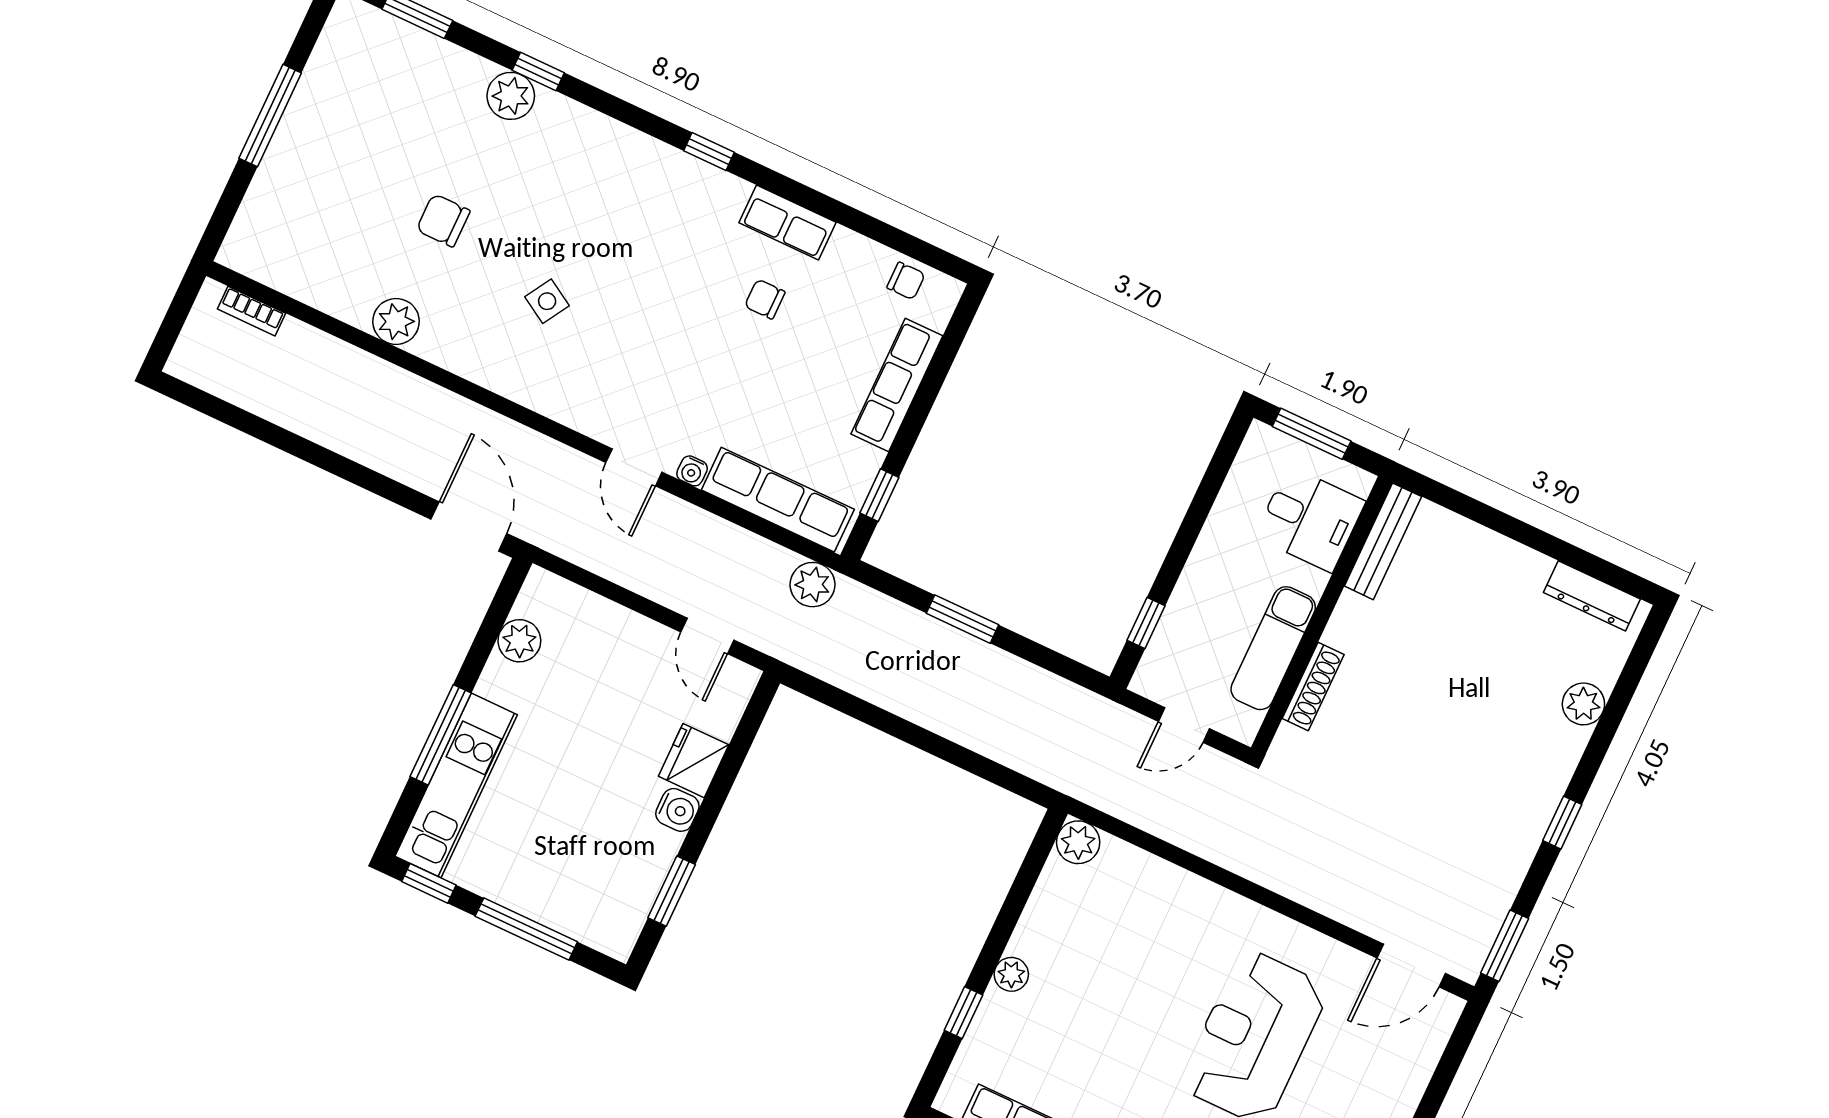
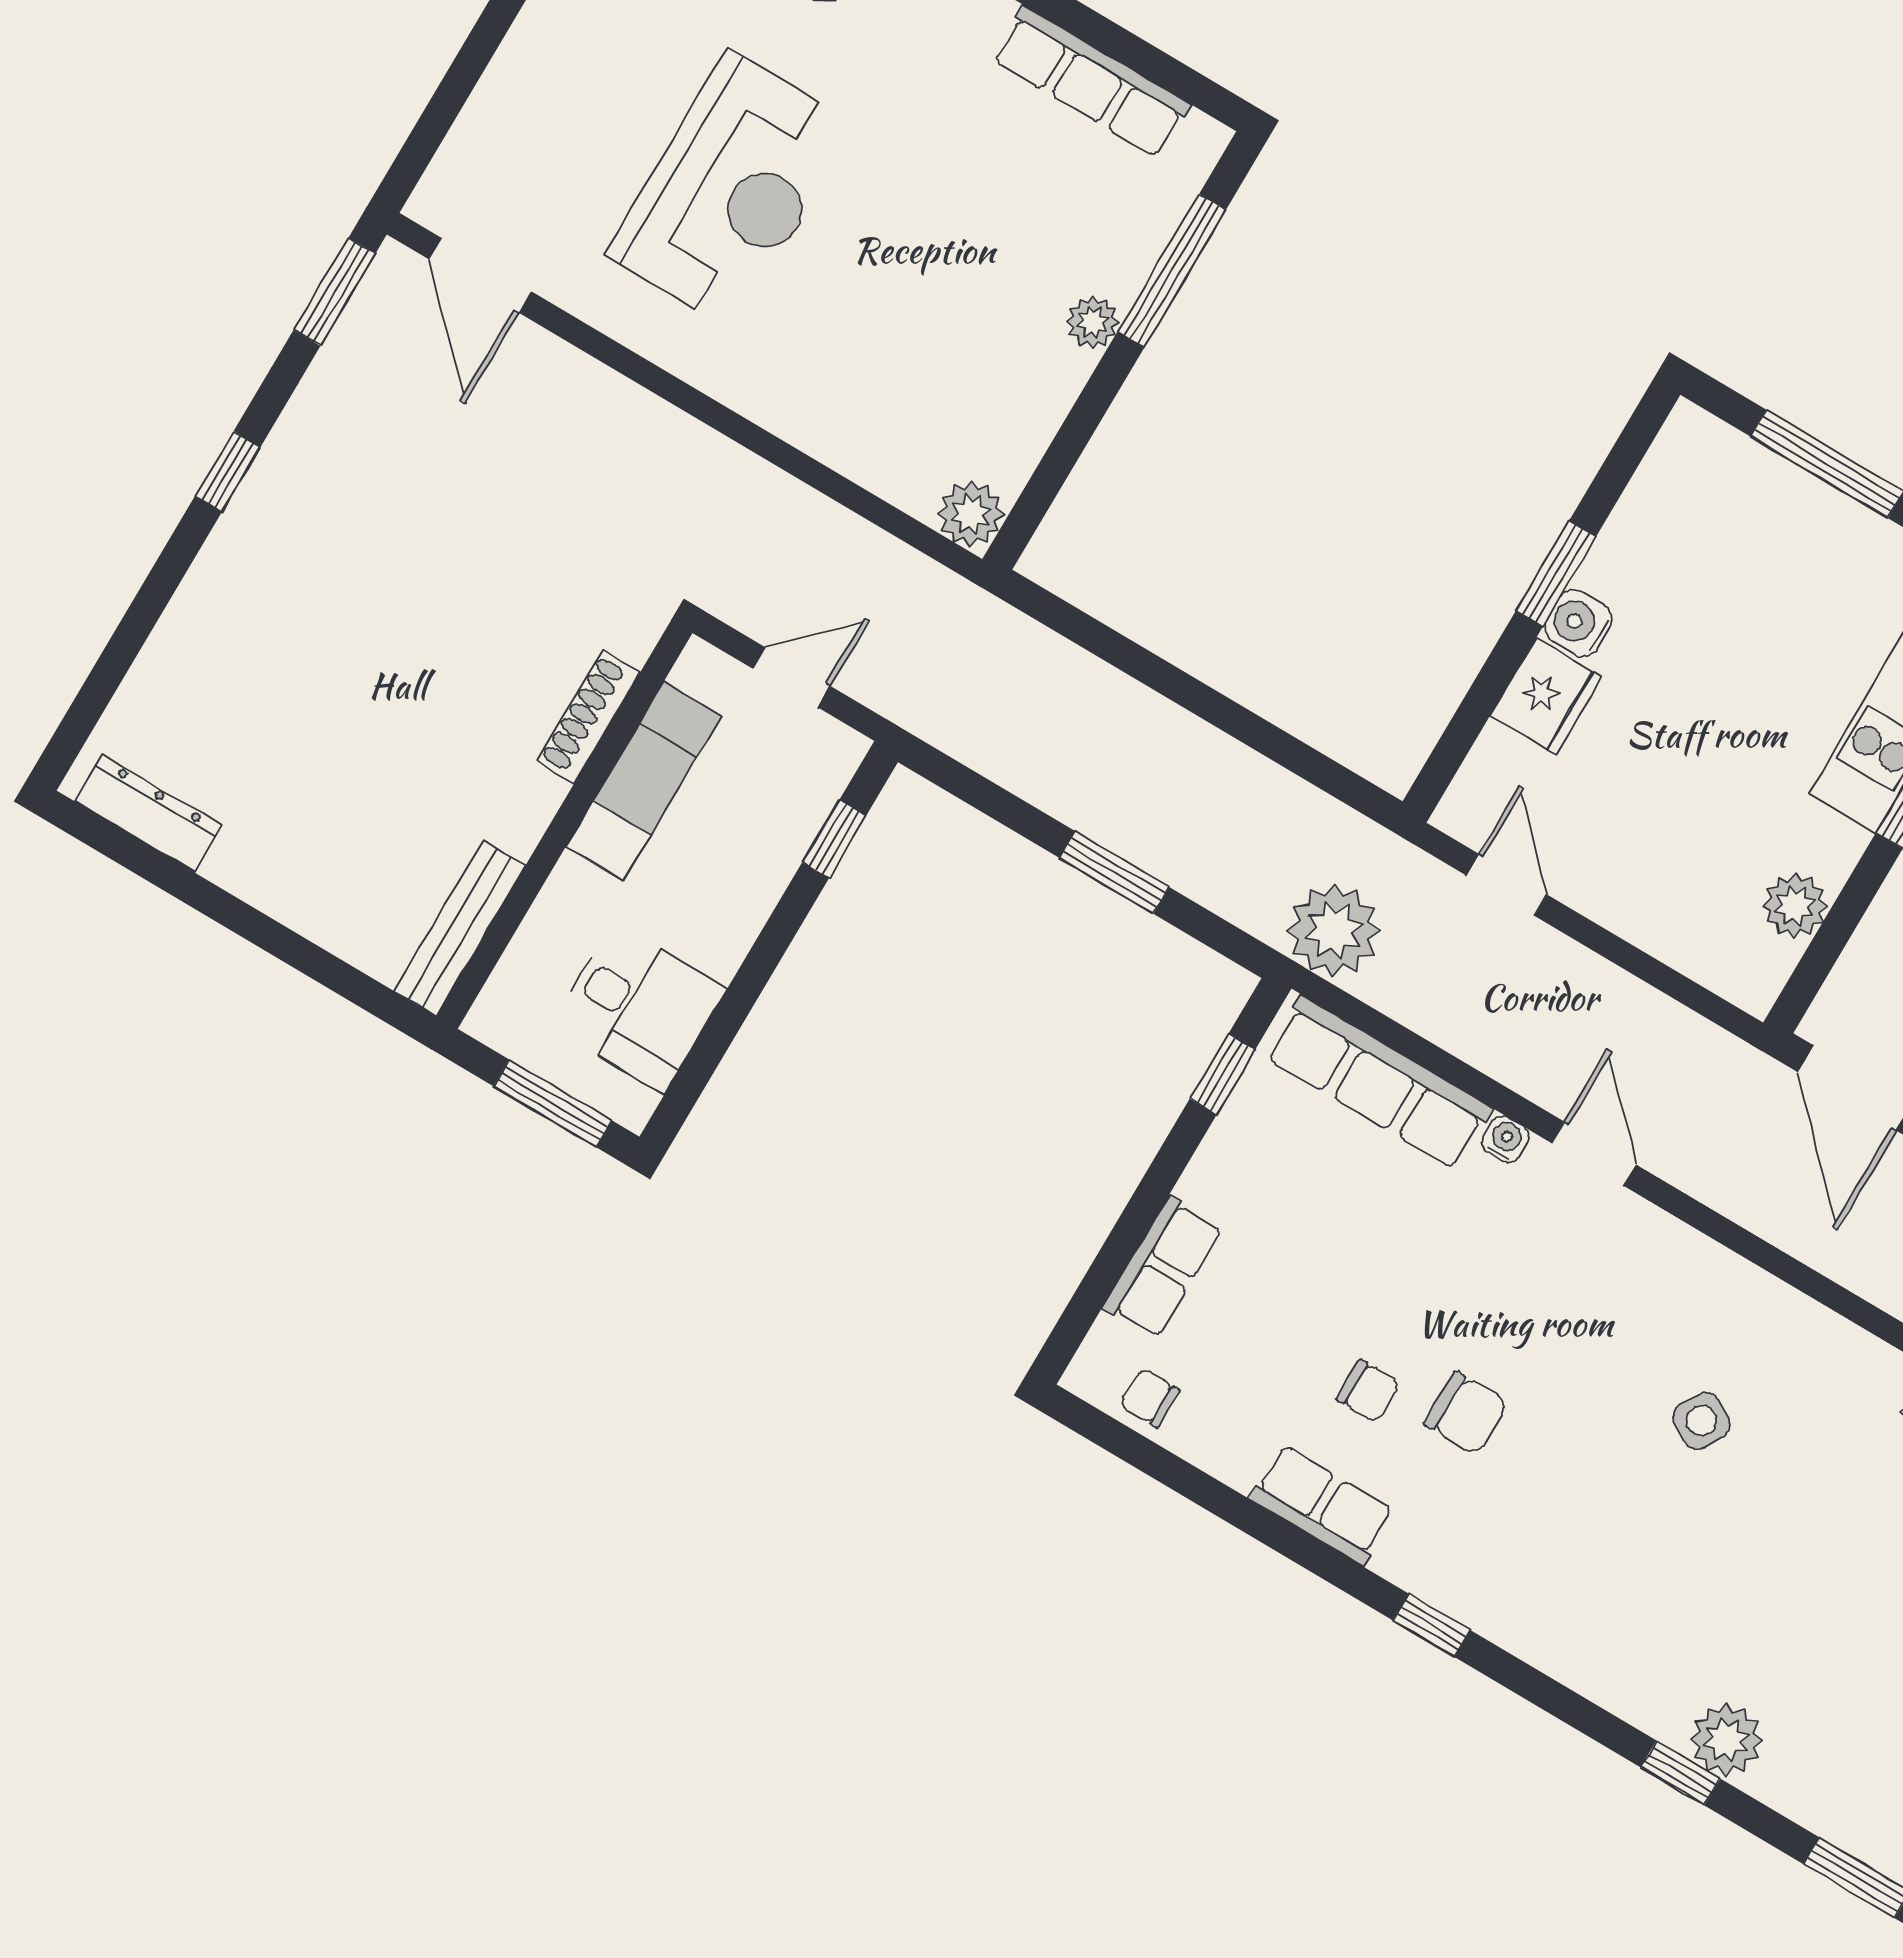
chair: (443, 220) -> (1466, 1413), moved
row of seats: (897, 385) -> (1163, 1267), width x0.68
desk: (1310, 519) -> (638, 1008), moved, turned 180
plant: (813, 585) -> (1334, 931), width x1.36, depth x1.36
plant: (1583, 704) -> (178, 650), removed
window: (672, 891) -> (1556, 574), moved
door: (1411, 966) -> (480, 275), swing flipped
window: (963, 1013) -> (1172, 271), width x2.17

